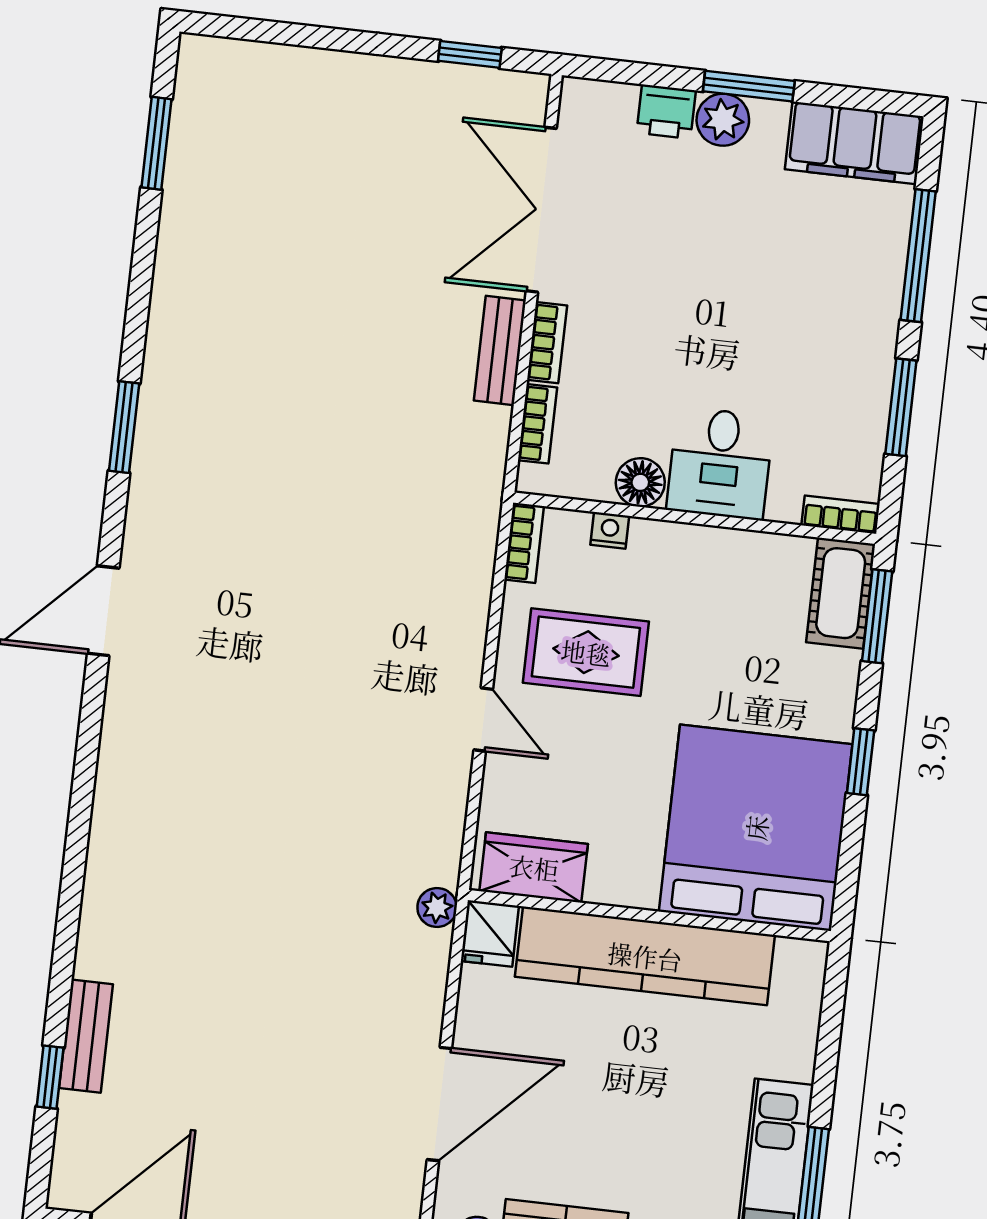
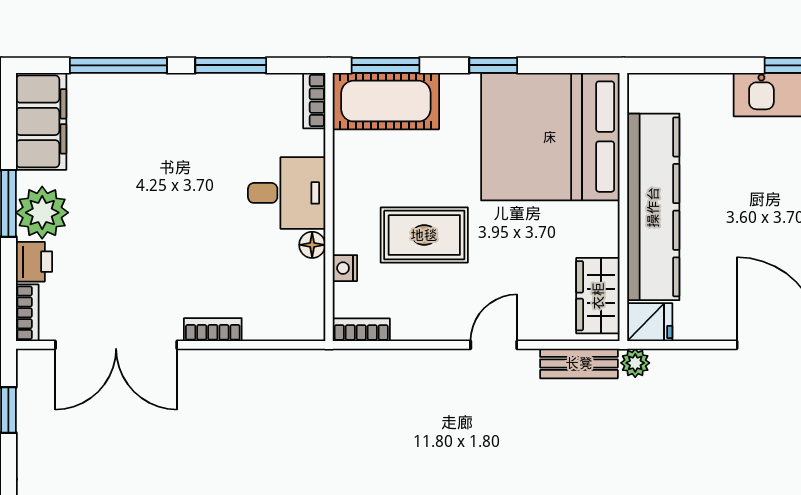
plant: (723, 120) -> (42, 213), width x1.36, depth x1.36
bench: (500, 350) -> (579, 363), moved
bookcase: (537, 424) -> (27, 313), moved, turned 90
floor lamp: (640, 482) -> (312, 245), width x0.73, depth x0.73
cot: (841, 593) -> (386, 101), width x1.37, depth x1.34
rug: (586, 652) -> (424, 235), moved, turned 90

